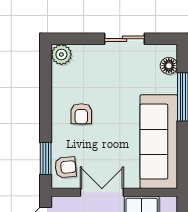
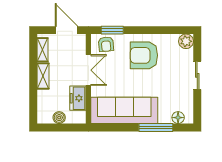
sliding door: (124, 39) -> (197, 75), moved
armchair: (81, 114) -> (144, 55), width x1.88, depth x1.88

